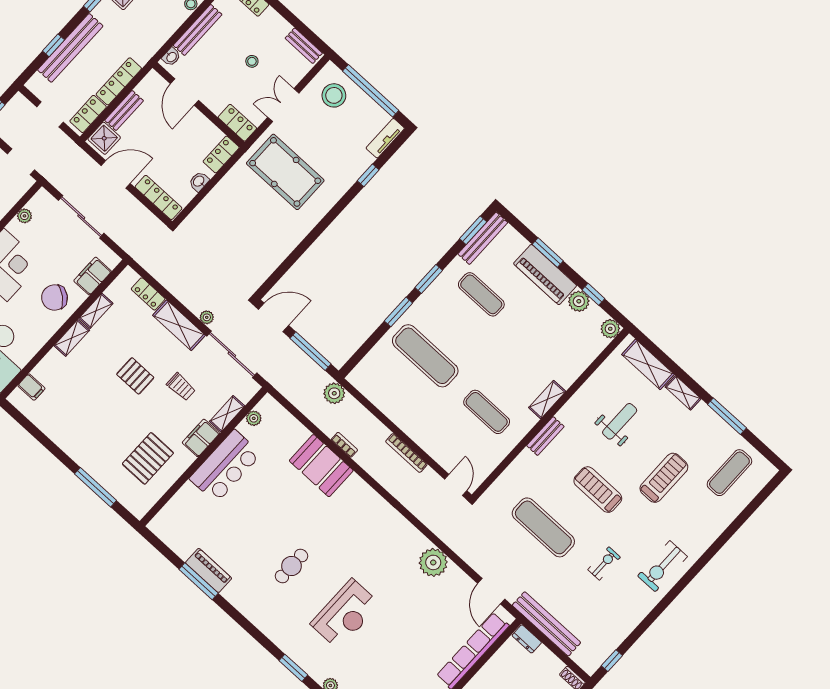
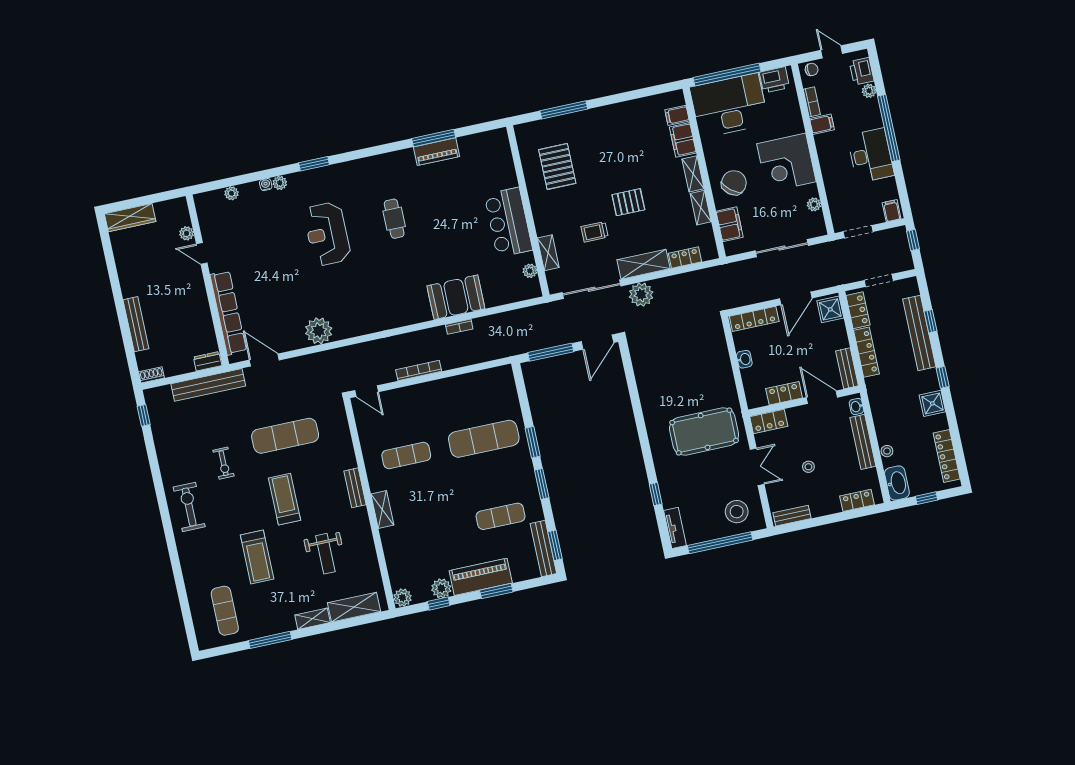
bench: (124, 110) -> (847, 368), moved
locker: (221, 154) -> (784, 393), moved, turned -90
plant: (207, 317) -> (641, 295), width x1.87, depth x1.87
plant: (334, 393) -> (505, 347), removed
filing cabinet: (201, 438) -> (683, 140), moved, turned 180
treadmill: (598, 490) -> (284, 499), turned -90

